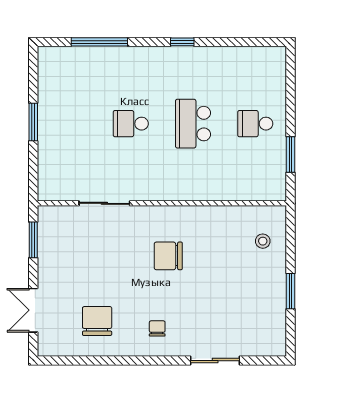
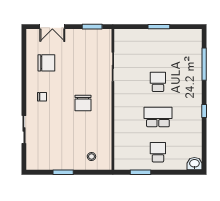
washbasin: (275, 59) -> (194, 164), added
chair: (168, 256) -> (83, 103), turned 180
double door: (33, 310) -> (52, 27), swing flipped

